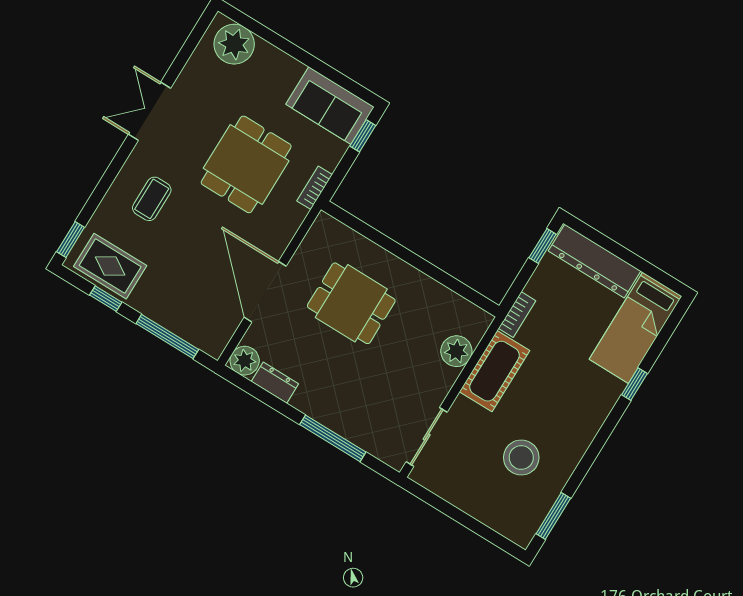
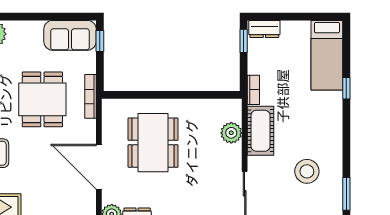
bookcase: (315, 188) -> (90, 96), width x1.56
dresser: (594, 261) -> (264, 29), width x0.51, depth x0.80
dining table: (351, 303) -> (153, 143), width x1.38

